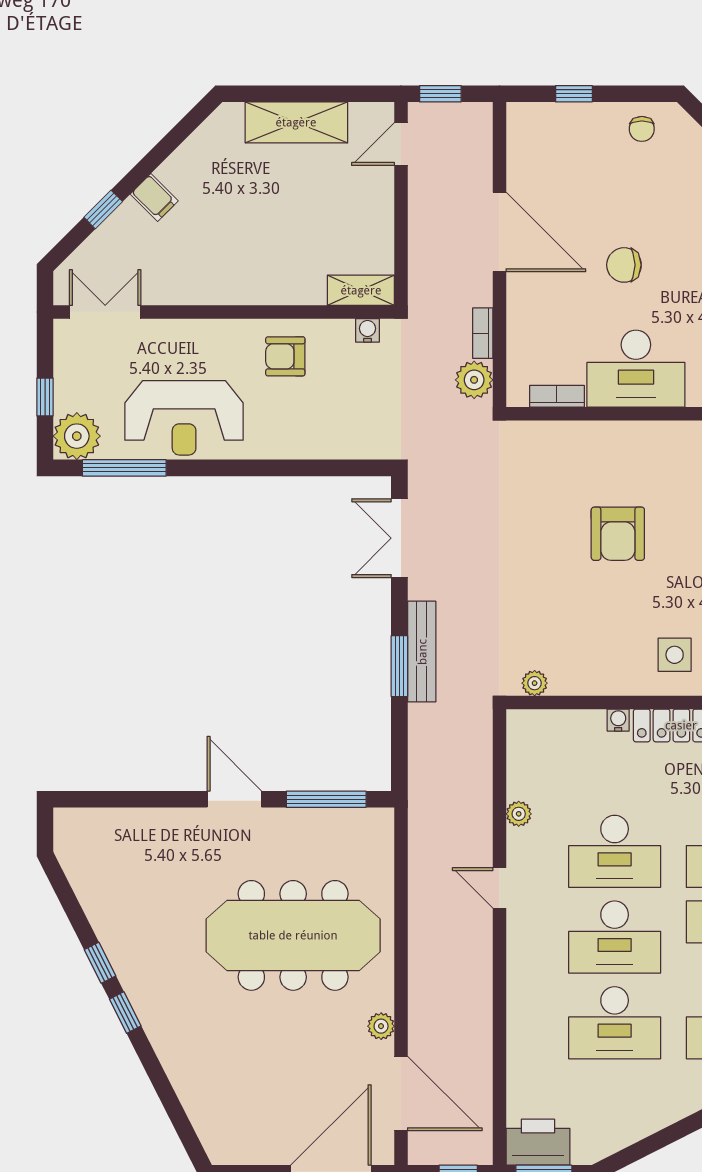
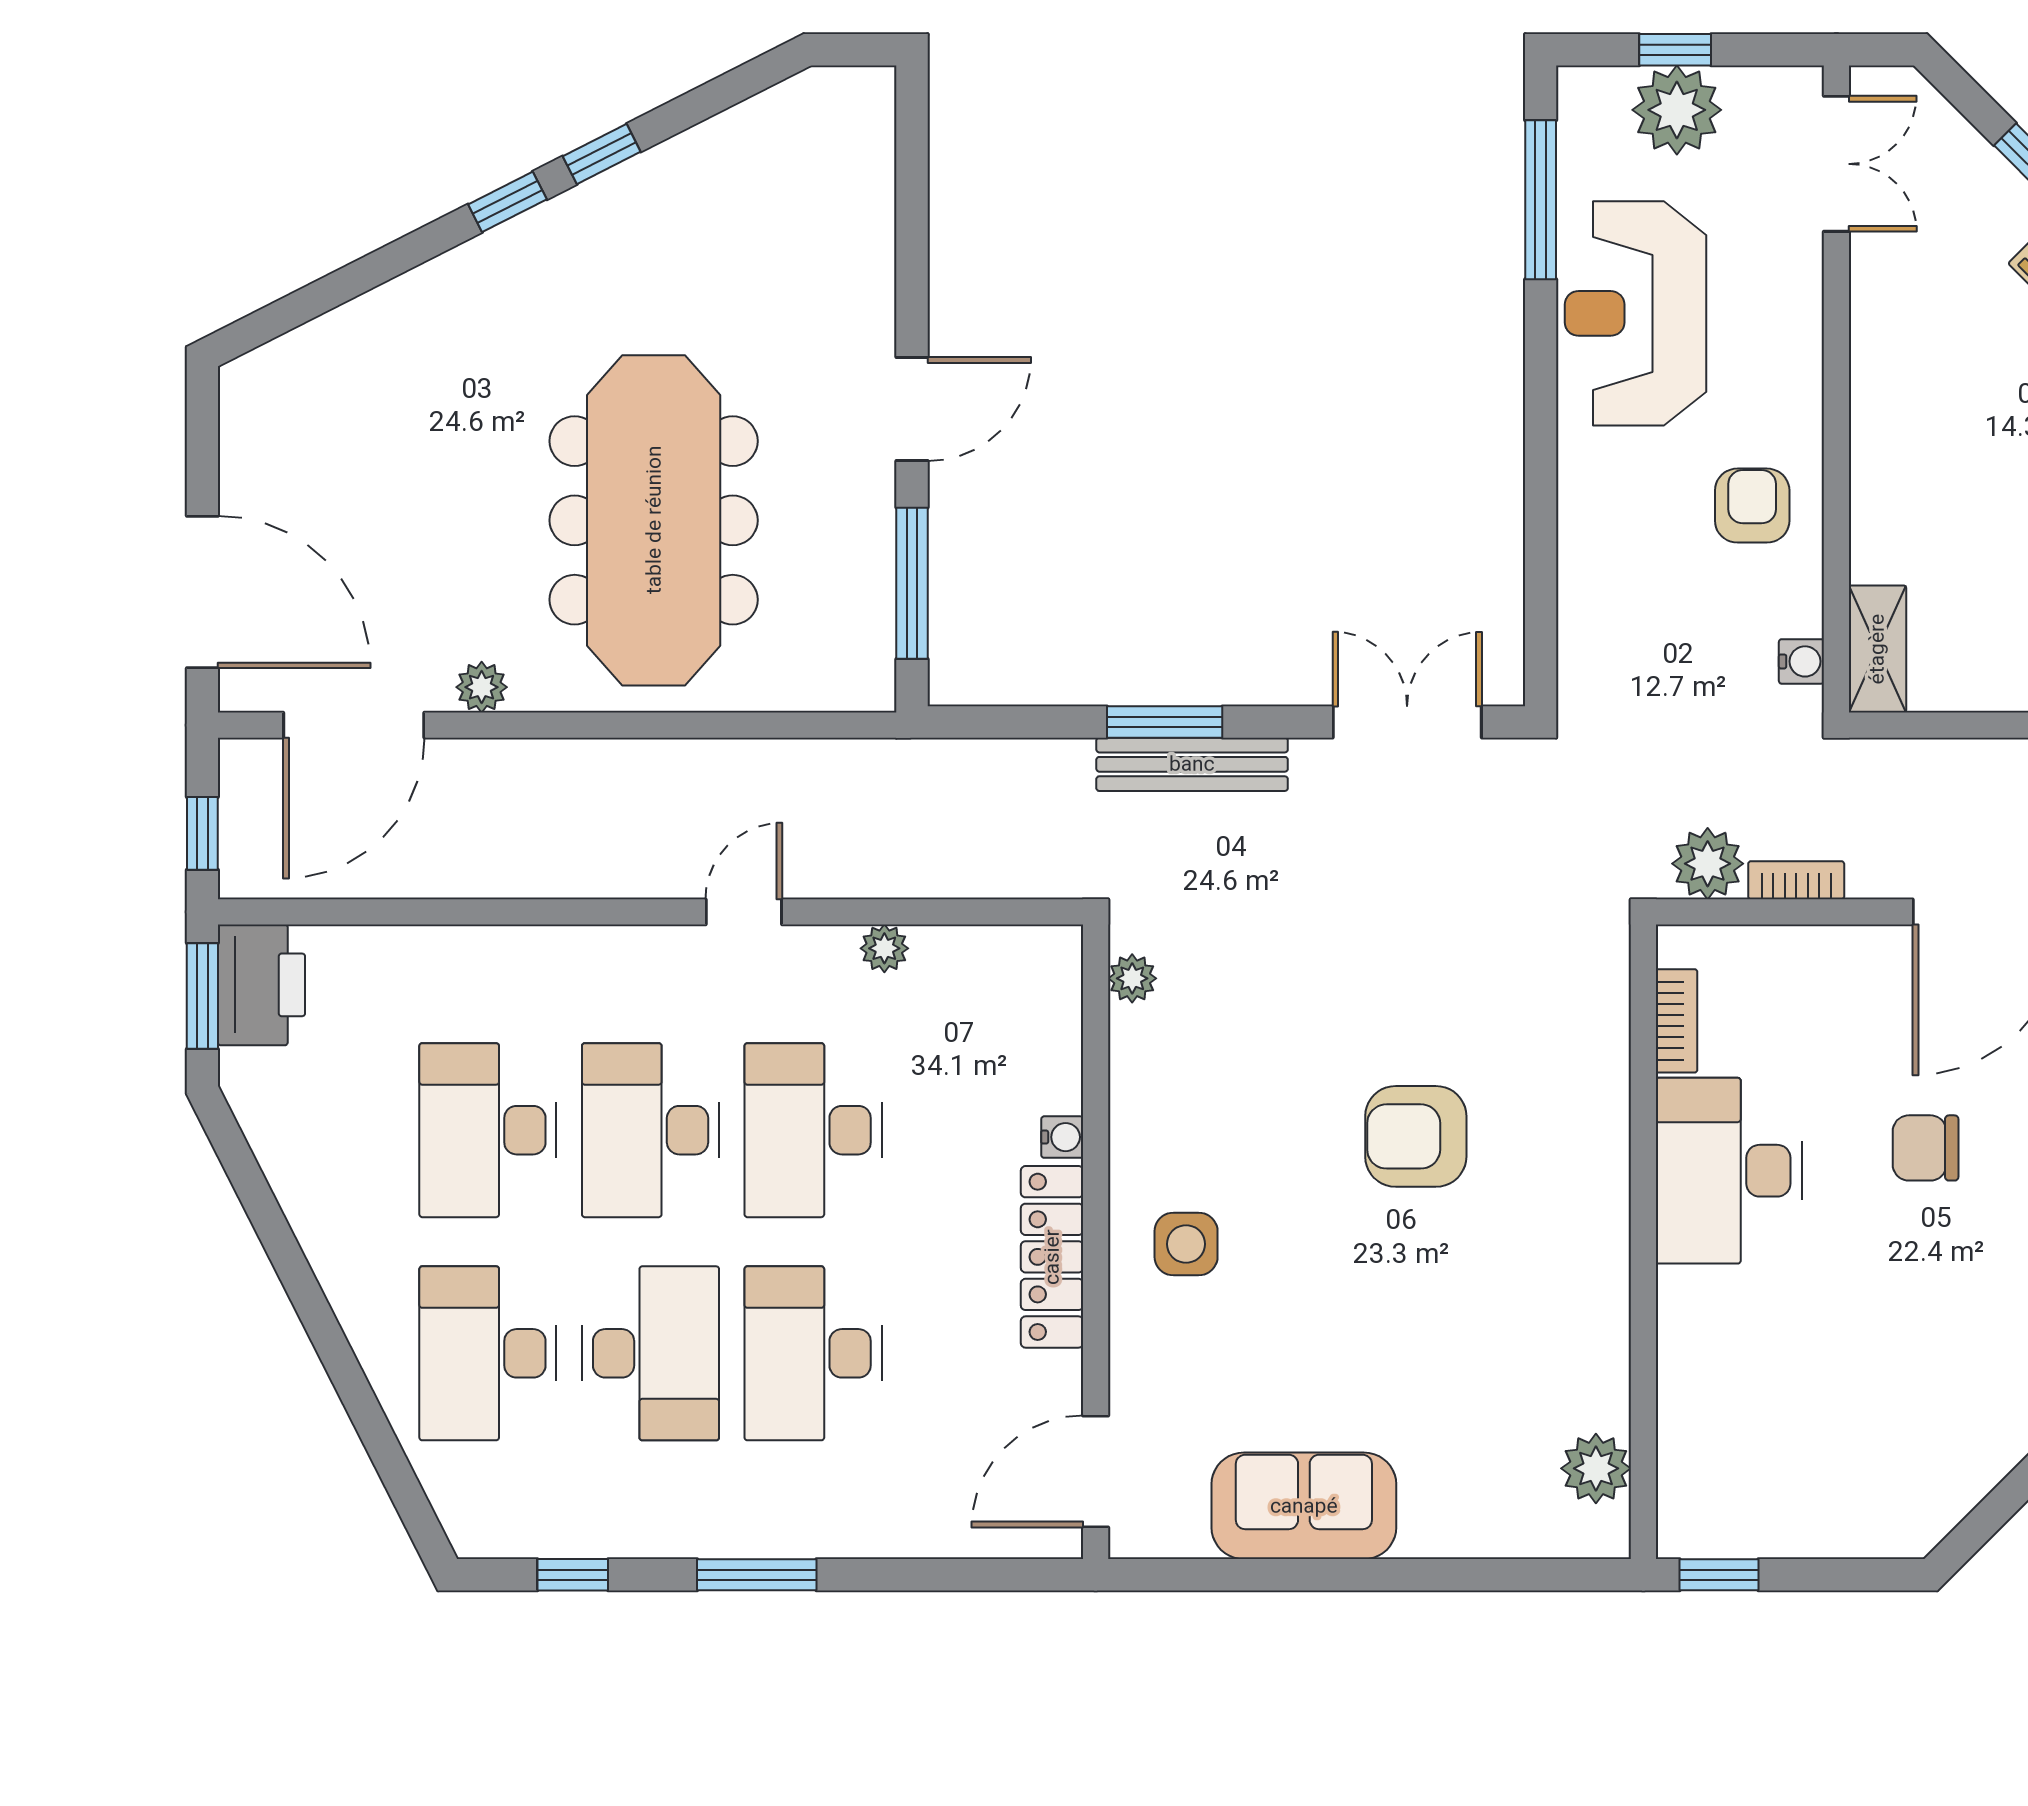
chair: (624, 265) -> (1926, 1148), turned -90
plant: (77, 436) -> (1677, 110), moved

